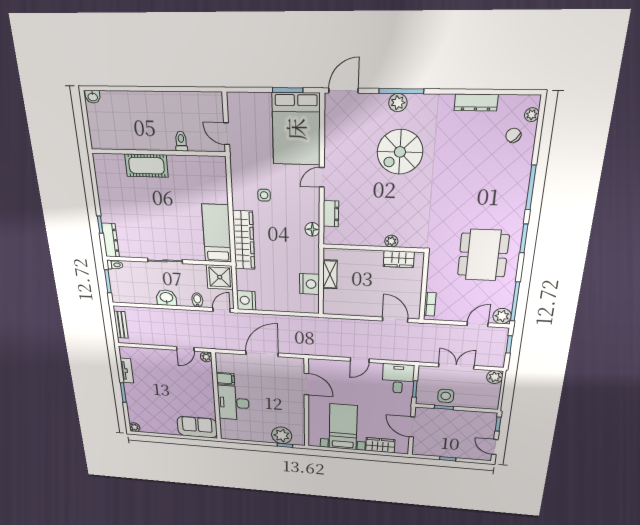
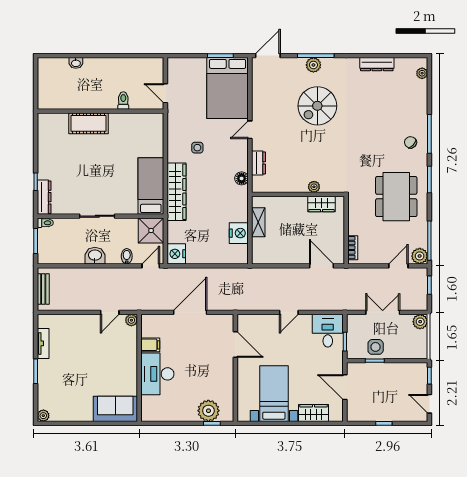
washbasin: (93, 97) -> (76, 63), moved
chair: (513, 135) -> (411, 142), moved

